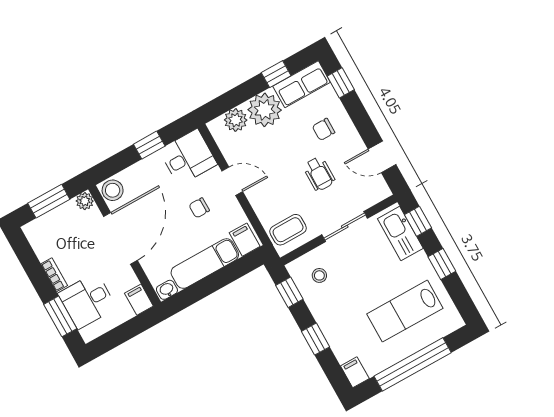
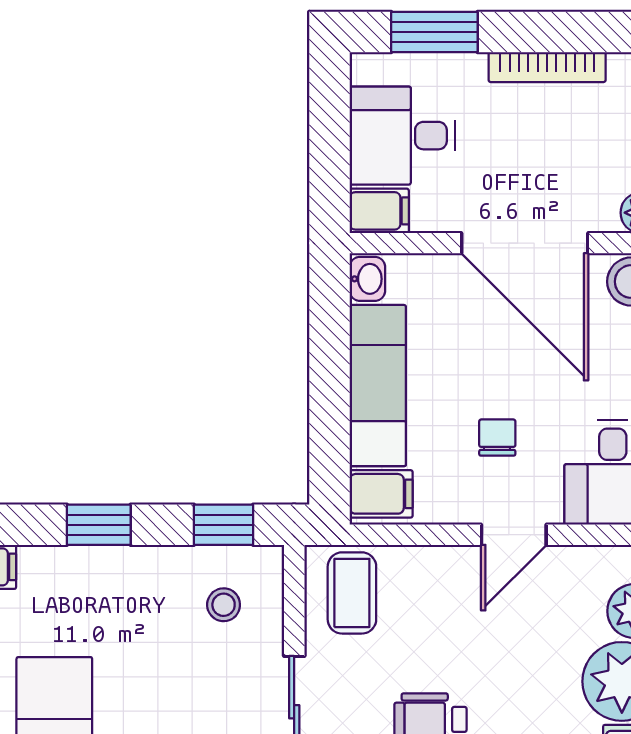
bookcase: (54, 275) -> (547, 67), width x1.56
desk: (87, 301) -> (402, 136), moved, turned -90

